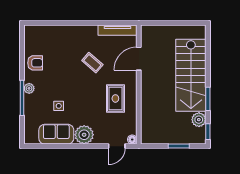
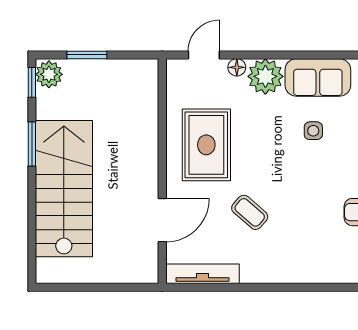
rug: (115, 98) -> (206, 145), width x1.36, depth x1.43
plant: (199, 120) -> (49, 74), moved
floor lamp: (132, 140) -> (237, 67), moved

